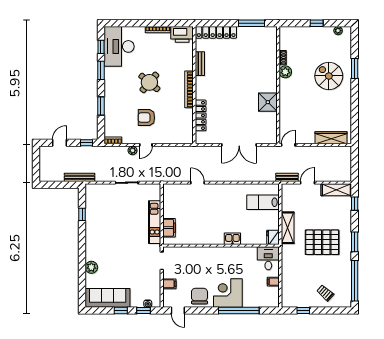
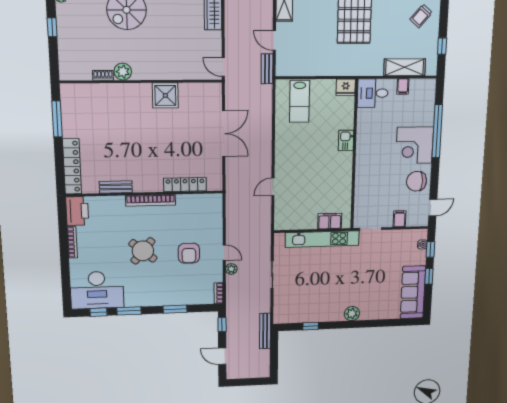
kitchen unit: (155, 222) -> (322, 239), width x1.36
shelving: (288, 228) -> (405, 67), moved
plant: (91, 267) -> (352, 314), moved

